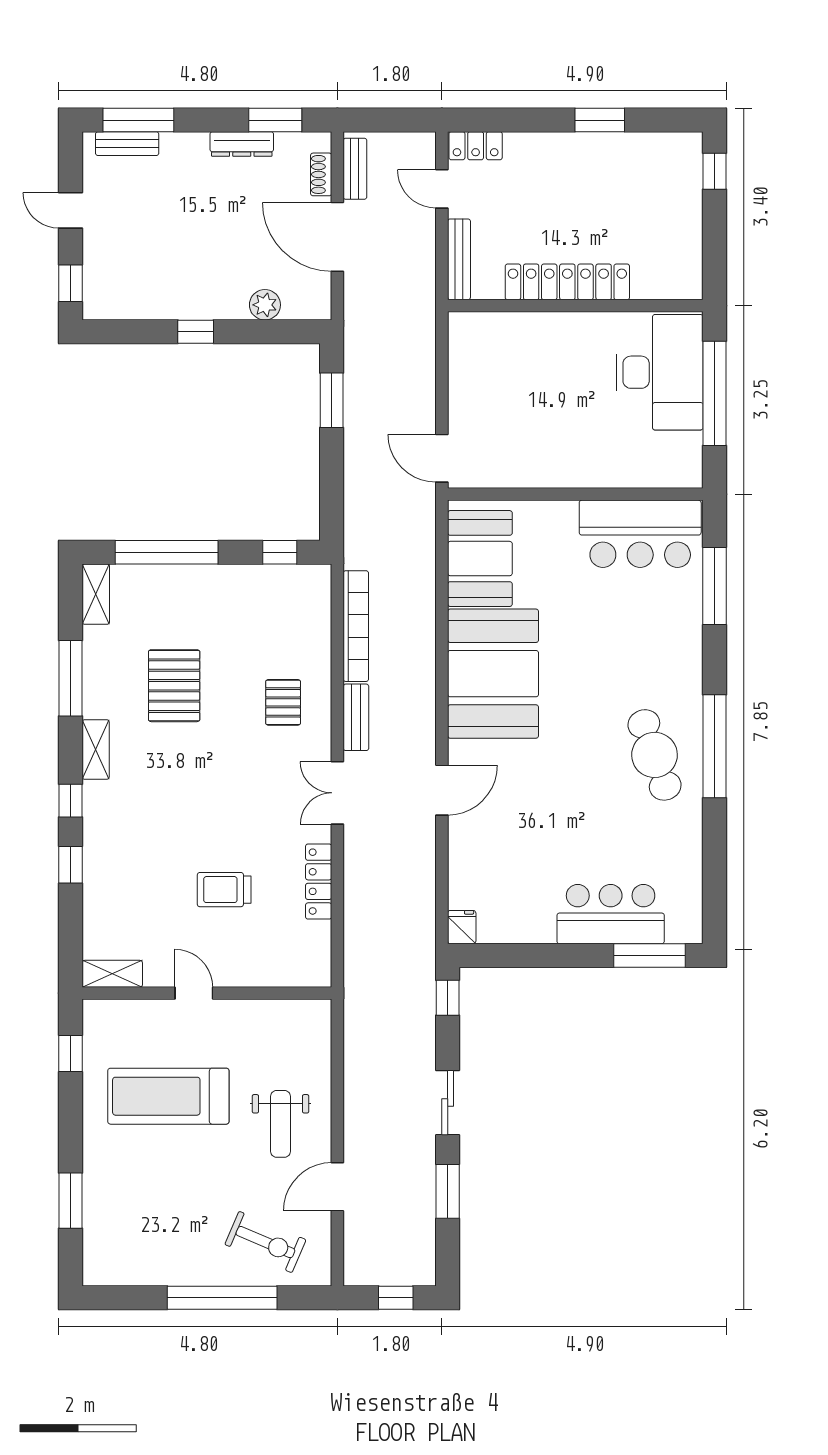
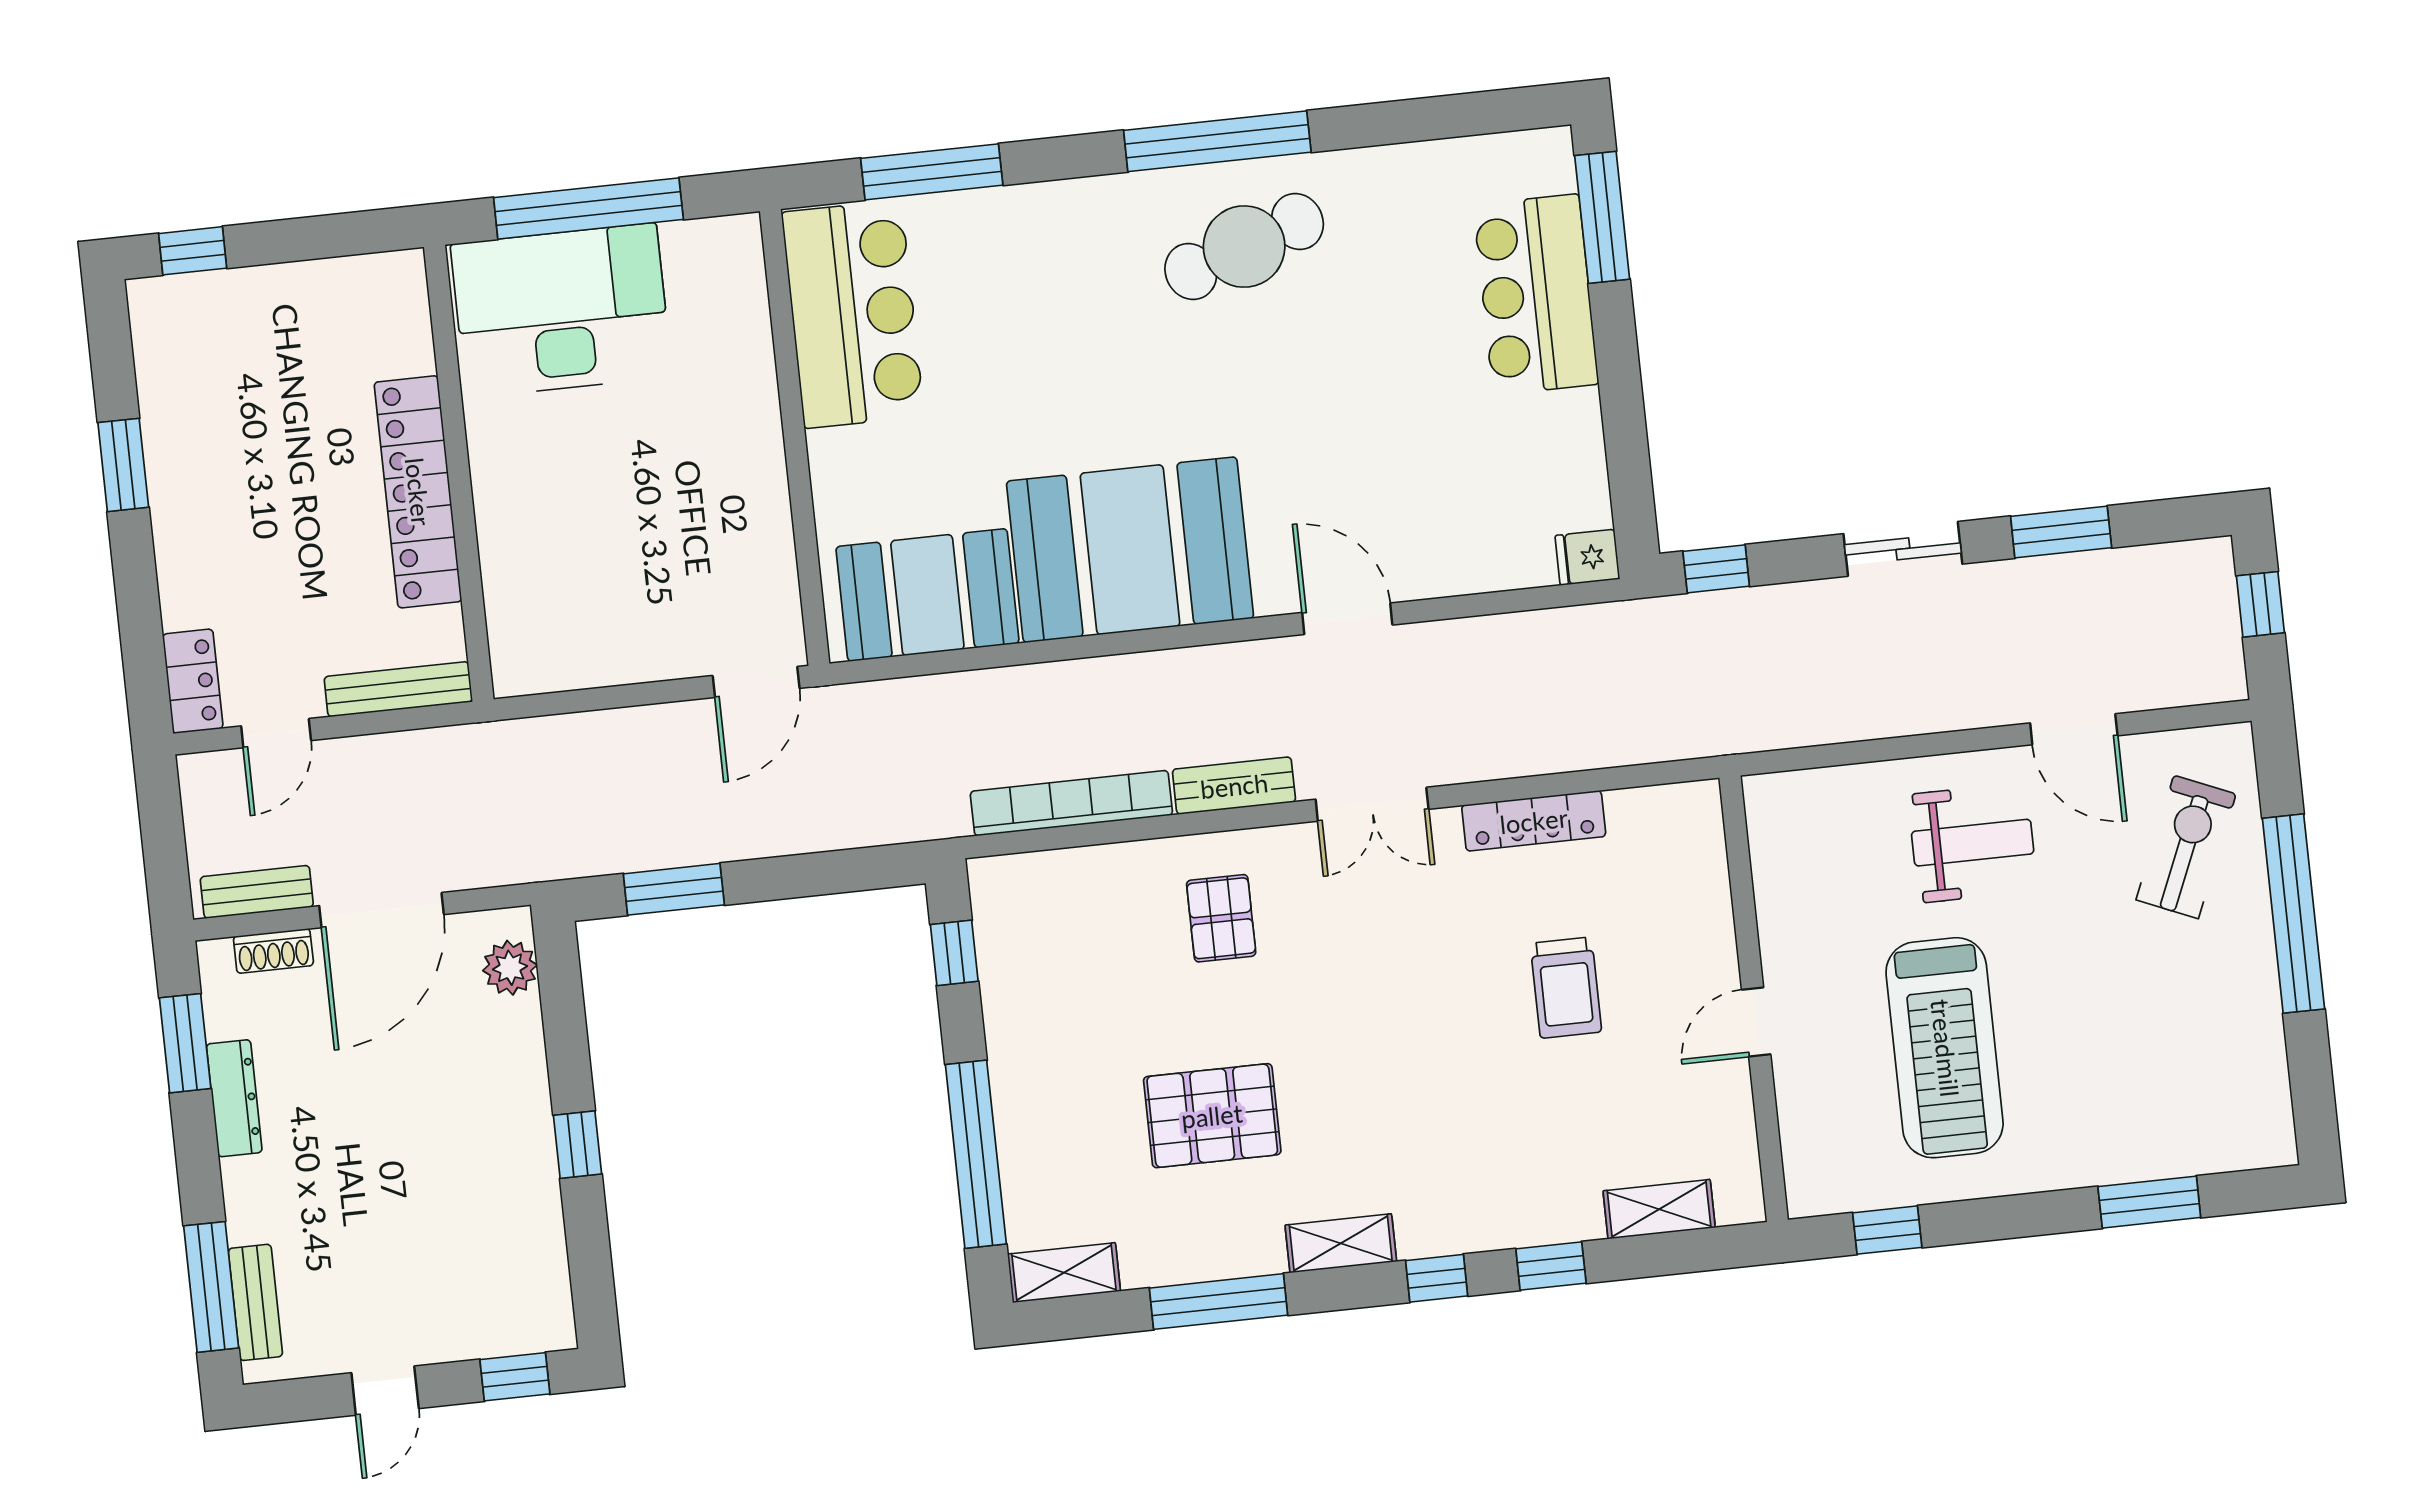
plant: (265, 305) -> (510, 968), moved
pallet: (283, 702) -> (1221, 918), turned 90
shelving: (112, 974) -> (1659, 1209), moved, turned 90

